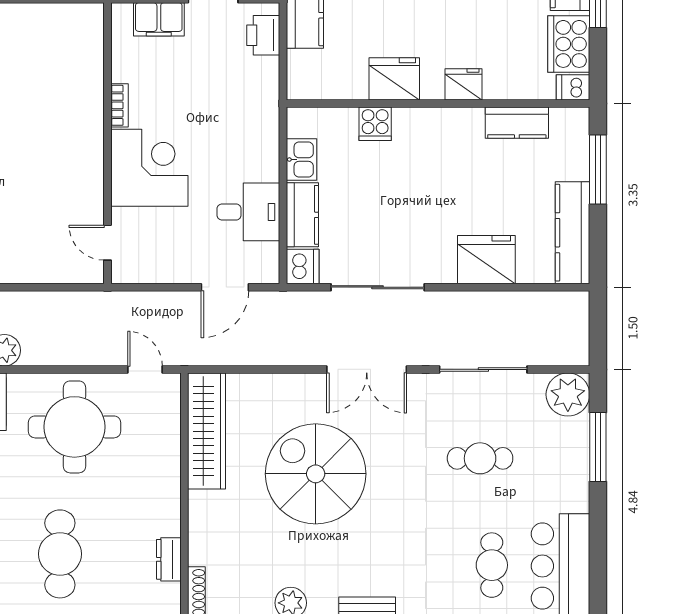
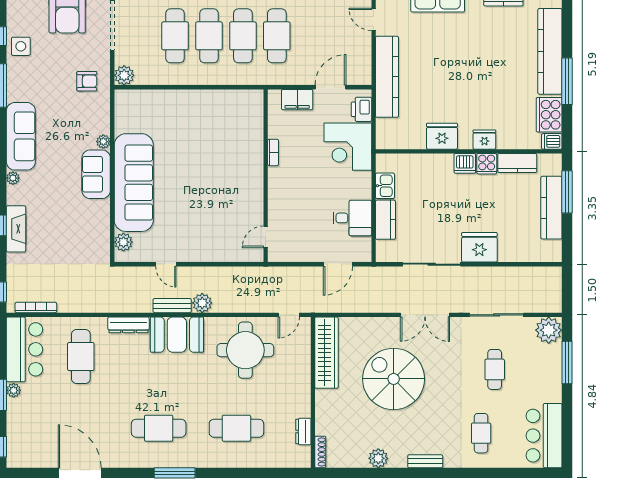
cooker: (375, 124) -> (487, 164), moved
corner desk: (149, 168) -> (348, 147), moved, turned 180
kitchen counter: (572, 233) -> (551, 208), moved
door: (108, 243) -> (266, 237), hinge flipped
fridge: (486, 260) -> (479, 247), moved
dishwasher: (303, 267) -> (465, 163), moved, turned 90
door: (145, 369) -> (289, 315), swing flipped
cafe table: (480, 458) -> (495, 369), turned 90
cafe table: (60, 554) -> (236, 428), turned 90
cafe table: (492, 565) -> (481, 433), moved

